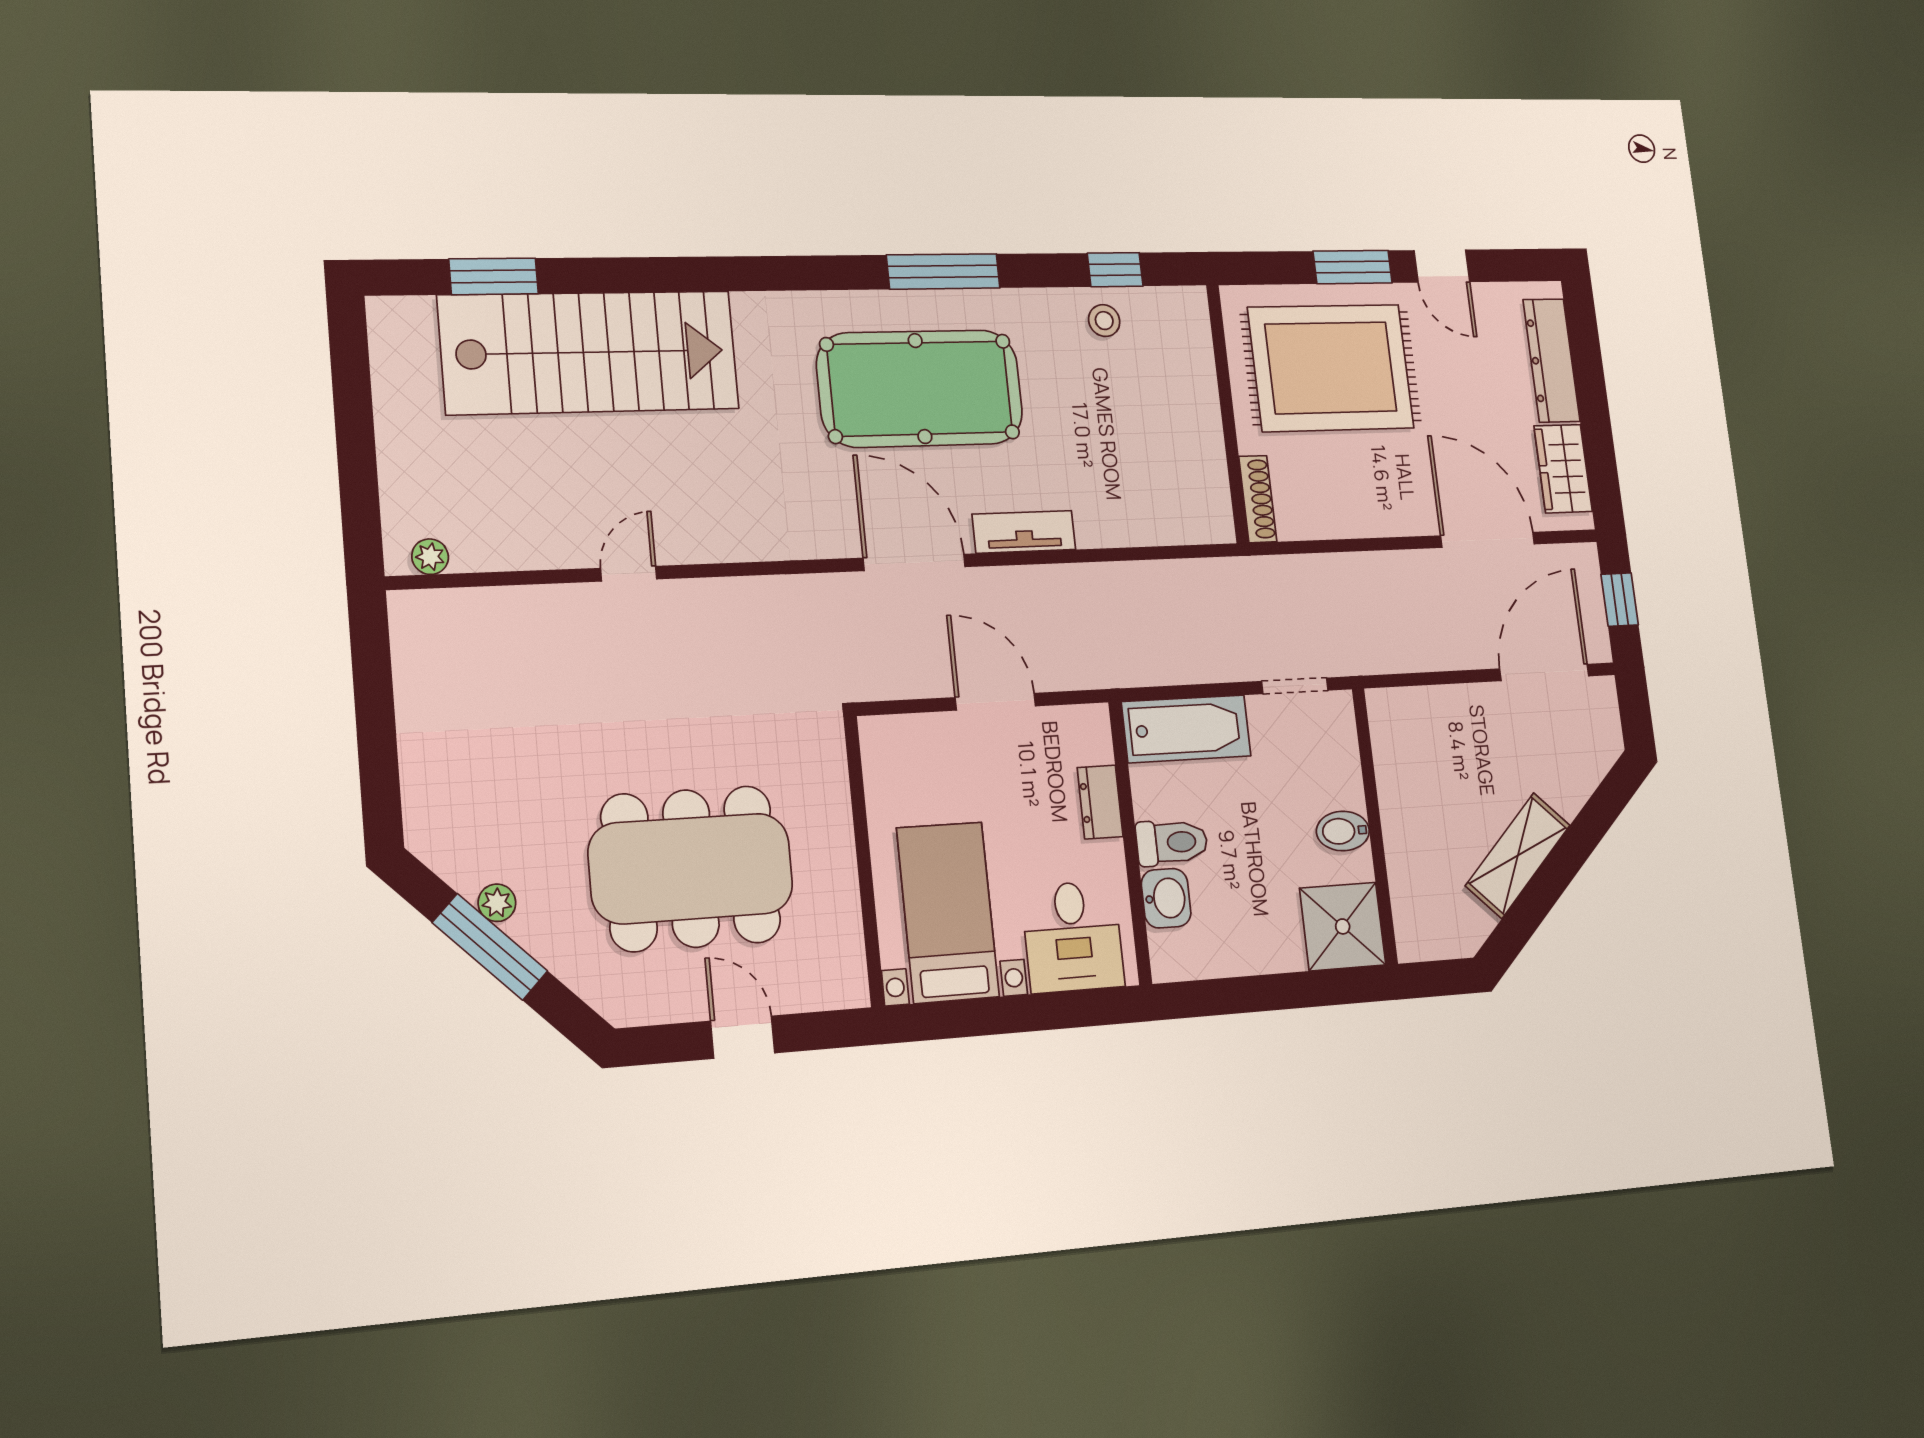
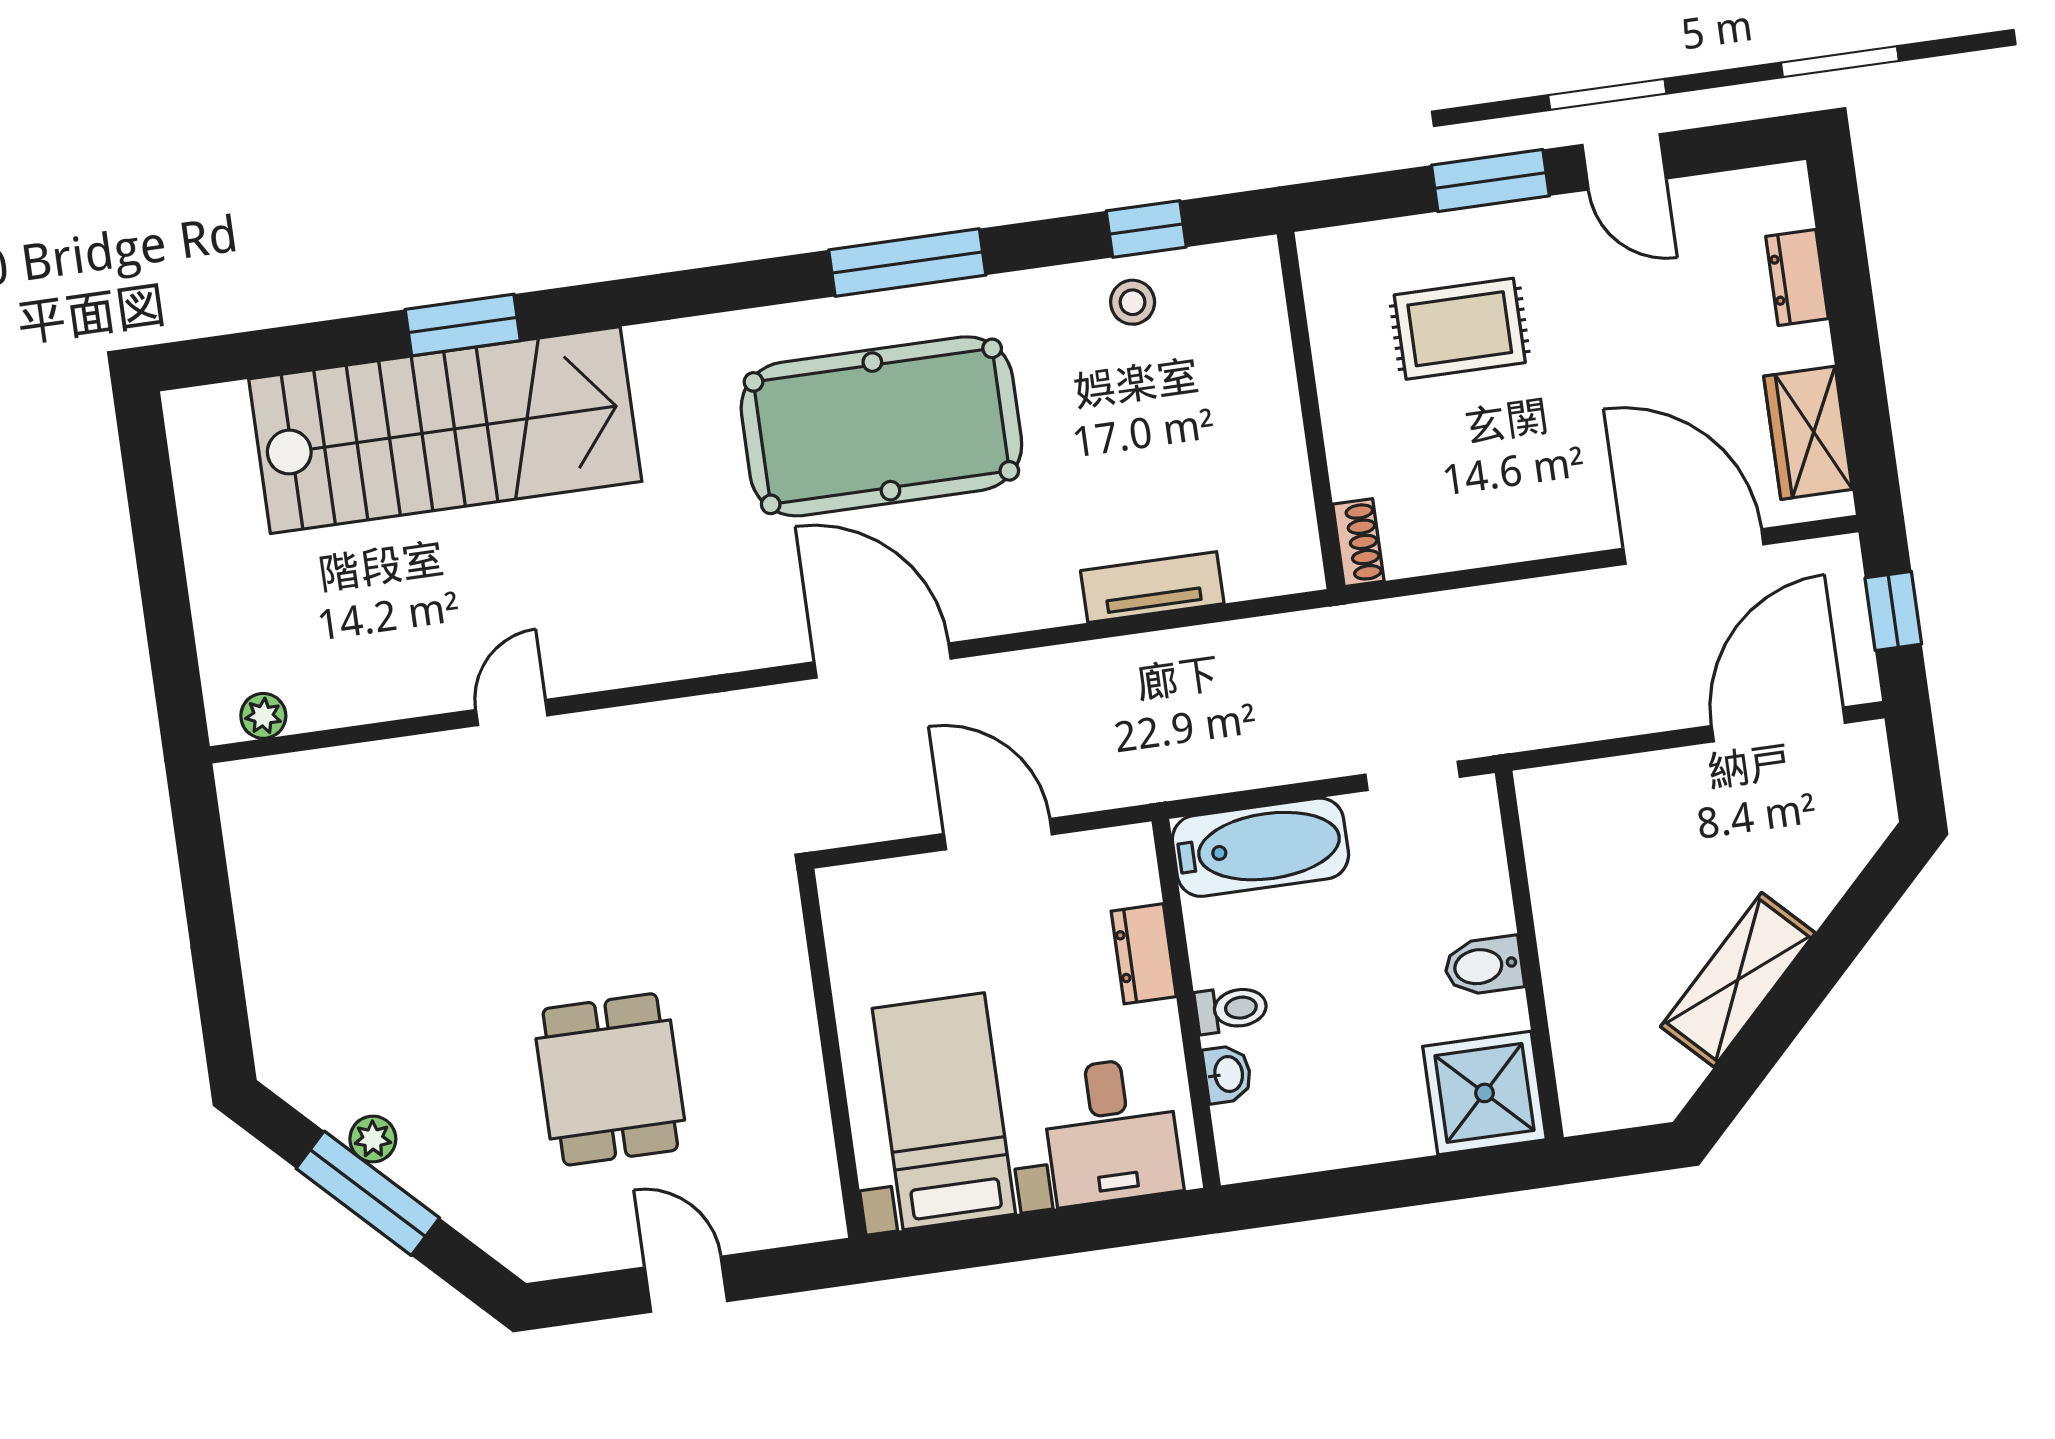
window: (494, 276) -> (463, 325), moved
dresser: (1551, 360) -> (1797, 277), width x0.51, depth x0.80
rug: (1331, 368) -> (1460, 329), width x0.54, depth x0.49
shoe rack: (1258, 499) -> (1358, 543), width x0.70
tv unit: (1024, 532) -> (1152, 587), moved
toilet: (1172, 842) -> (1231, 1009), width x0.73, depth x0.72
dining table: (691, 868) -> (610, 1079), width x0.53, depth x0.80
washbasin: (1166, 898) -> (1227, 1074), width x0.72, depth x0.69

